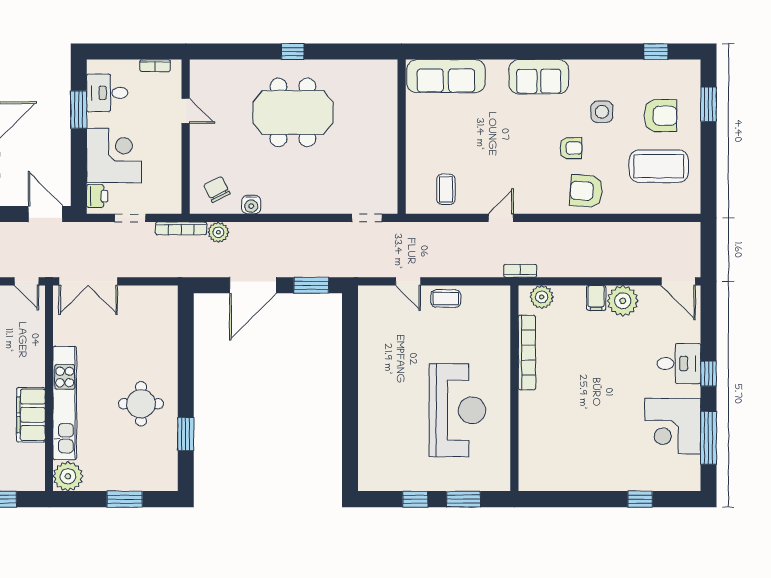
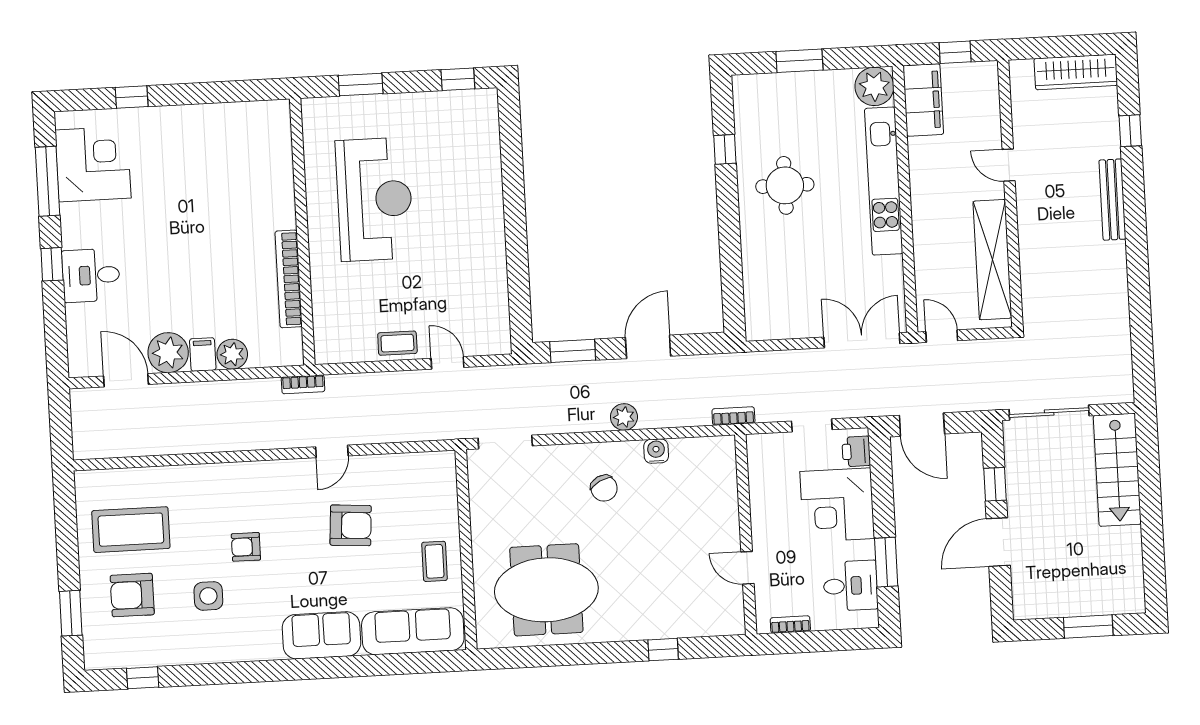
window: (293, 52) -> (663, 650), moved
sofa: (539, 77) -> (321, 635), moved
meeting table: (293, 112) -> (546, 590), moved
chair: (217, 189) -> (604, 488), moved
coffee table: (446, 189) -> (435, 561), moved
armchair: (586, 191) -> (351, 525), moved
doorway: (367, 218) -> (505, 442), width x1.38
bookcase: (181, 228) -> (733, 416), width x0.64
plant: (218, 232) -> (624, 417), moved
door: (678, 281) -> (126, 380), moved
door: (253, 285) -> (648, 347), width x0.73
plant: (542, 297) -> (232, 354), moved
reception desk: (457, 410) -> (375, 199), turned 180
filing cabinet: (31, 415) -> (923, 100), moved
corner desk: (673, 426) -> (93, 164), moved
window: (186, 434) -> (725, 149), width x0.67
window: (415, 499) -> (458, 79), moved

